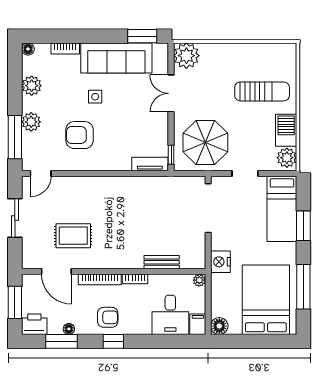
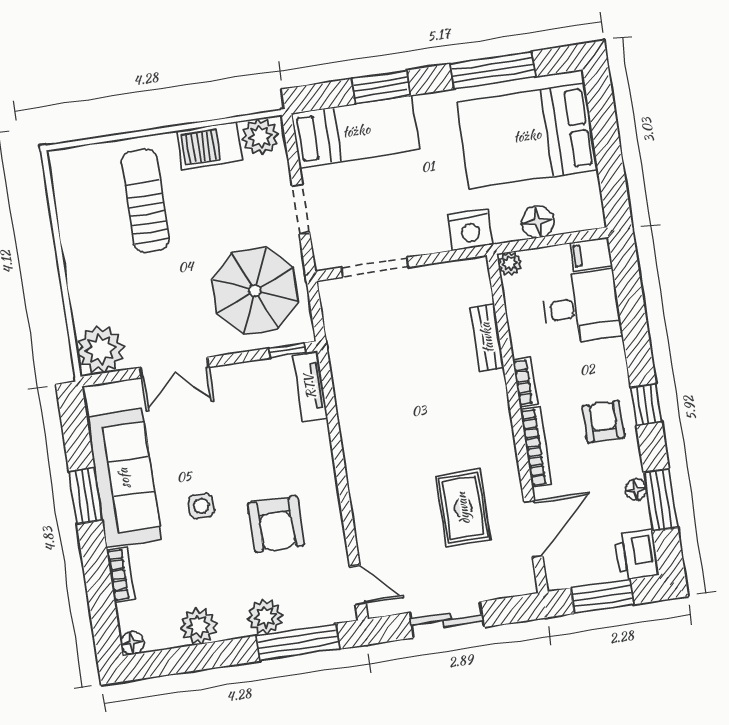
window: (142, 36) -> (86, 496), moved
doorway: (208, 208) -> (375, 267), width x0.73
floor lamp: (219, 326) -> (538, 222), moved

